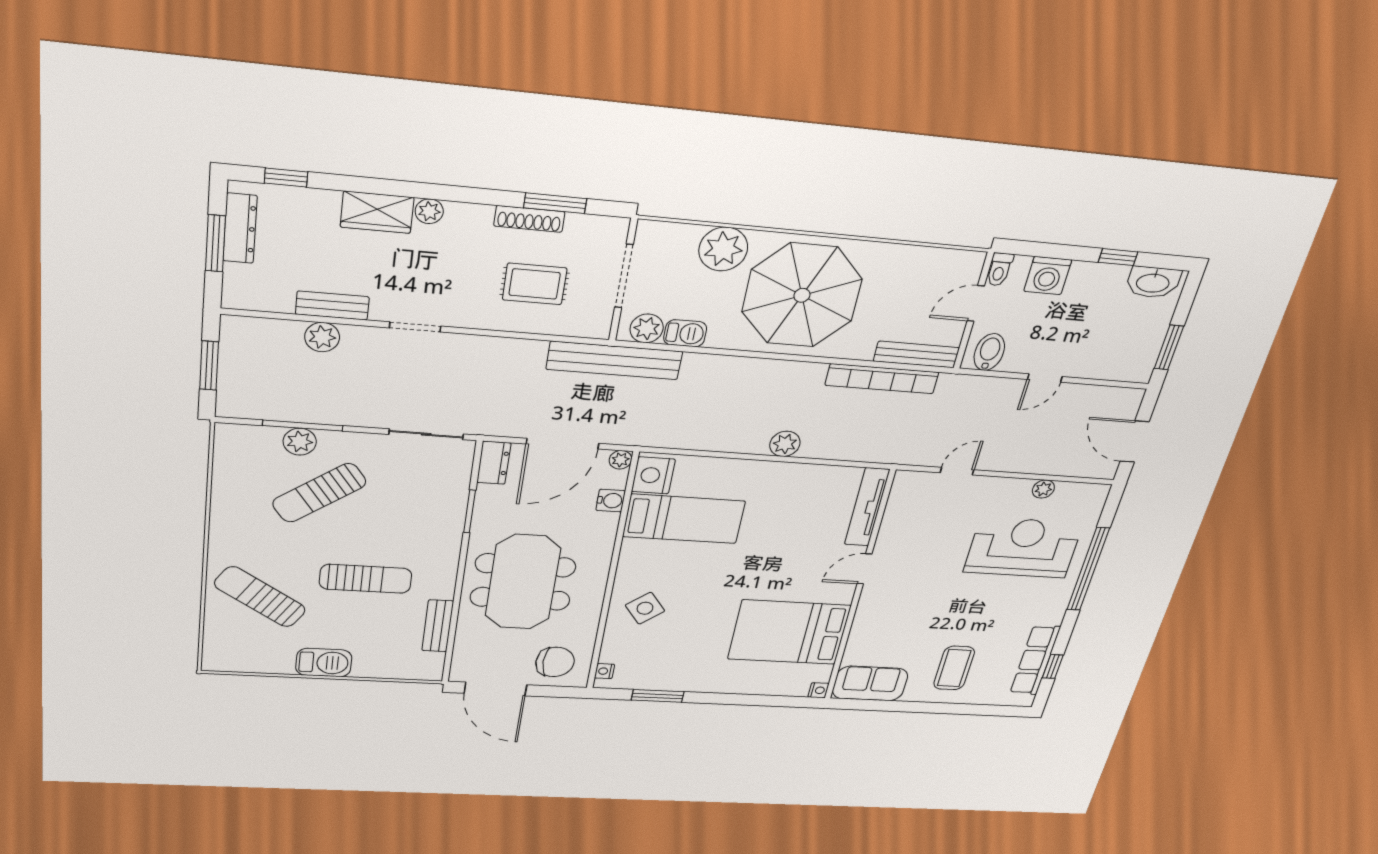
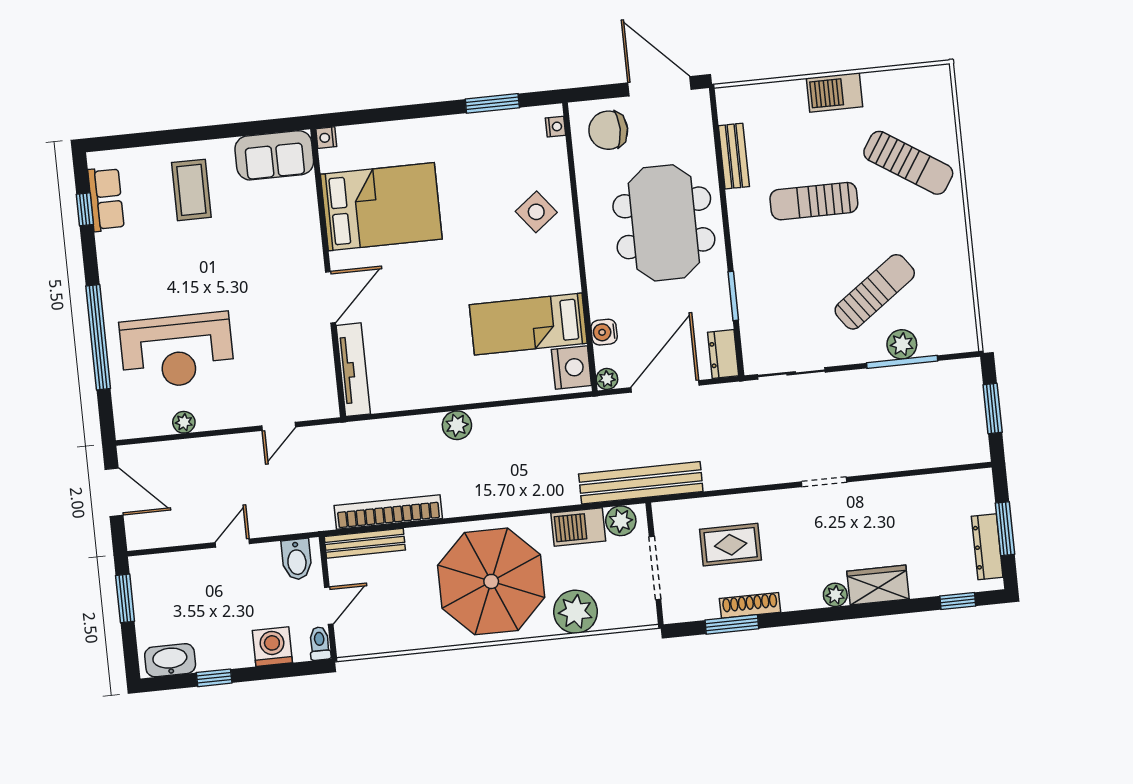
bench: (332, 306) -> (899, 489), removed
barbecue: (685, 333) -> (578, 527), width x1.38, depth x1.27
plant: (322, 337) -> (902, 456), removed
door: (865, 569) -> (330, 297), width x1.38
row of seats: (1035, 660) -> (106, 199), width x0.68

